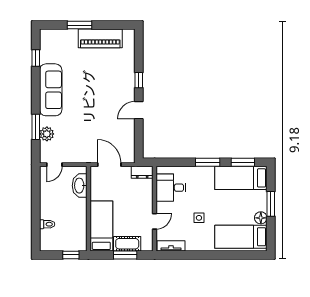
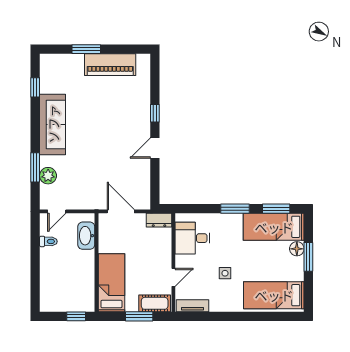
floor lamp: (261, 218) -> (297, 249), moved
toilet: (47, 224) -> (48, 241), moved
cot: (127, 244) -> (155, 303), moved

